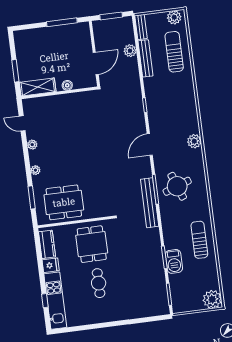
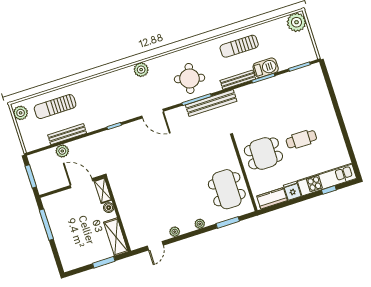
bench: (141, 27) -> (238, 80), moved, width x1.36
shelving: (85, 83) -> (103, 190), added
round table: (177, 186) -> (190, 78), turned 34

